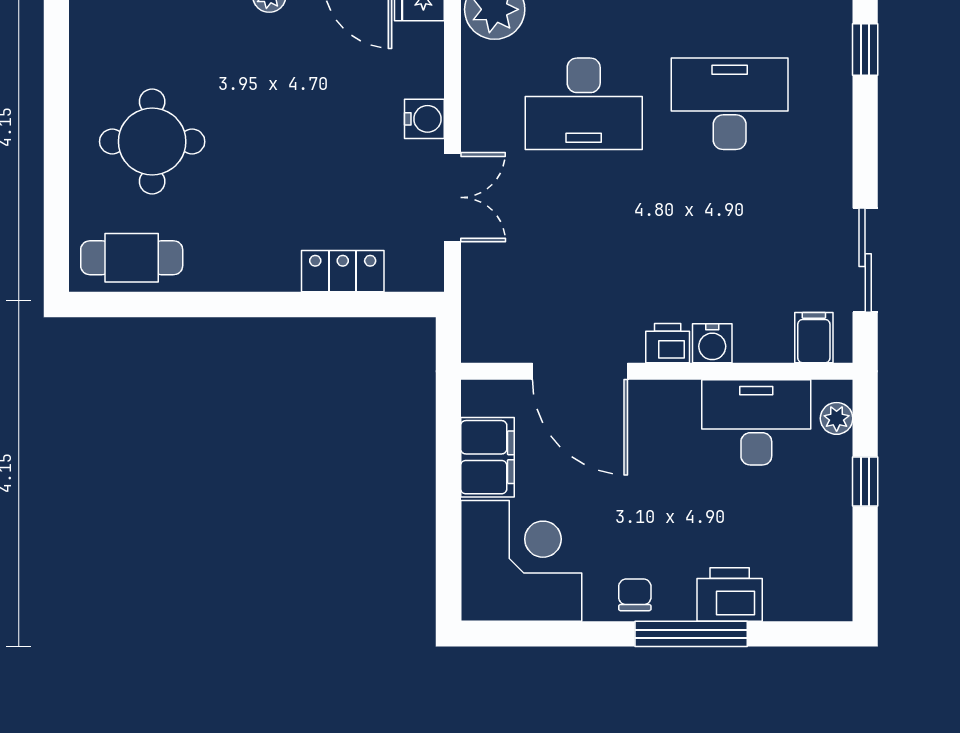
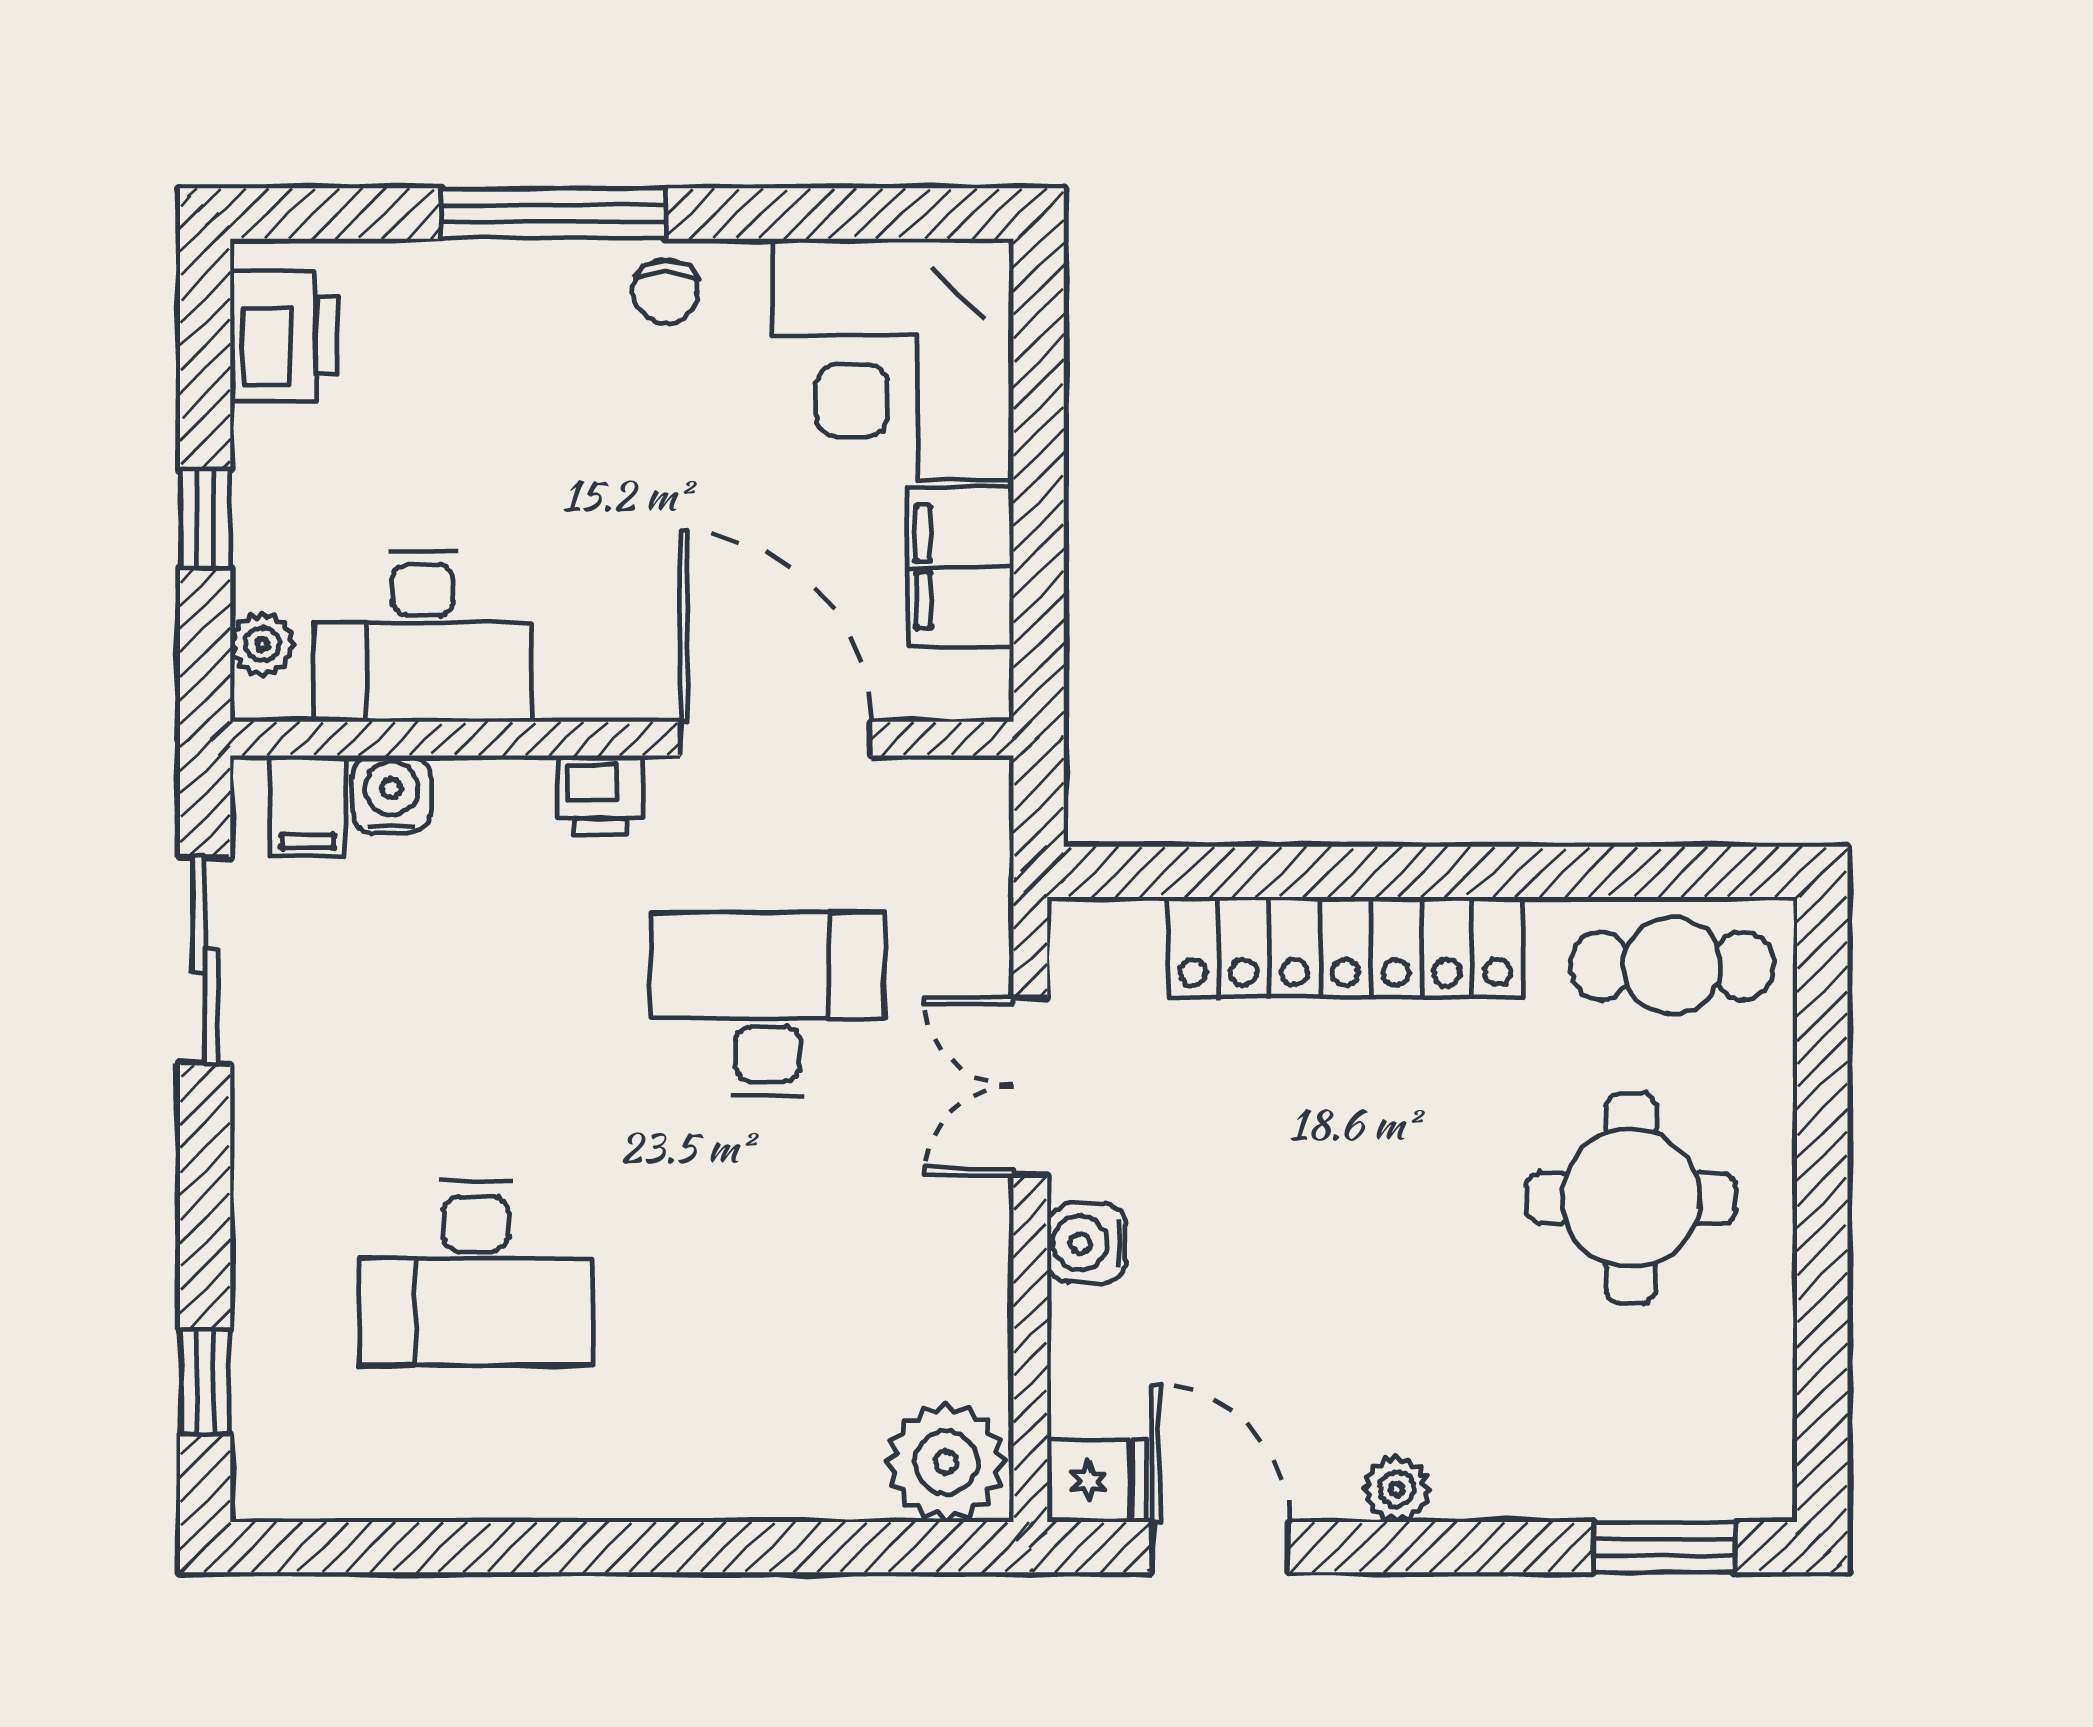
desk: (584, 104) -> (768, 1004), moved
locker: (343, 271) -> (1345, 947), width x2.16, depth x1.21
water cooler: (712, 343) -> (391, 794), moved
printer: (730, 594) -> (284, 335), moved, turned -90

